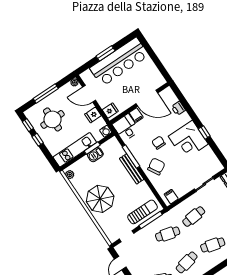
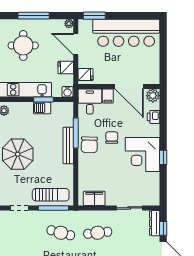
window: (105, 53) -> (94, 16), moved
plant: (168, 94) -> (153, 96), added
chair: (156, 166) -> (89, 145), moved, turned 122
filing cabinet: (171, 197) -> (94, 198), width x2.00

